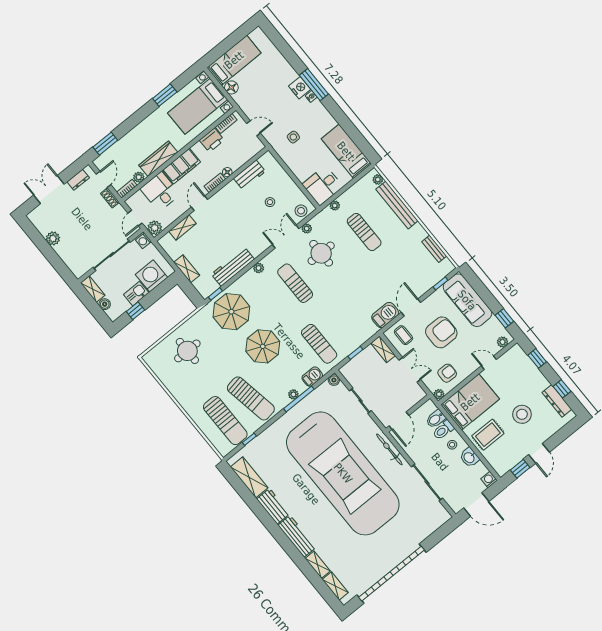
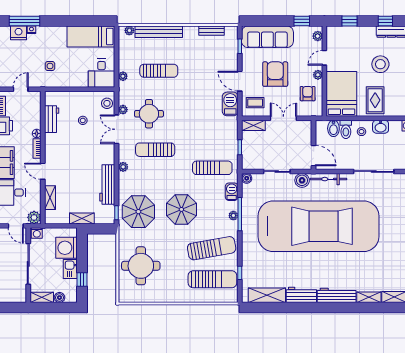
round table: (187, 351) -> (141, 266), width x1.36, depth x1.36
plant: (439, 394) -> (318, 75), moved
boiler: (370, 428) -> (302, 180), added

